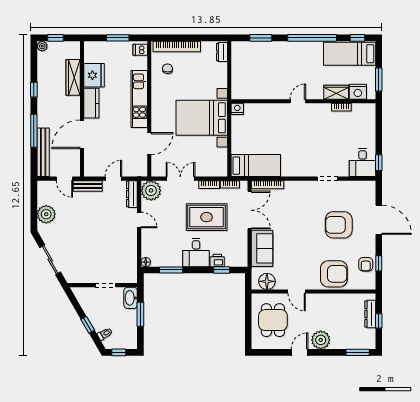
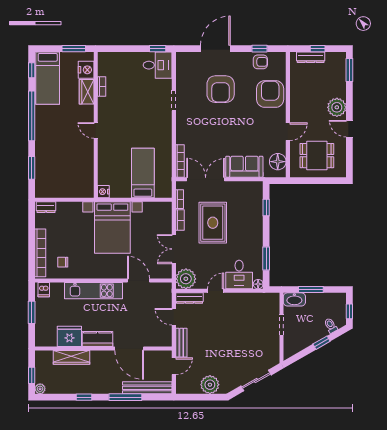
bed: (256, 166) -> (143, 173), moved
desk: (196, 253) -> (239, 275), moved, turned 90
printer: (217, 260) -> (257, 212), removed

